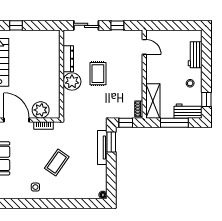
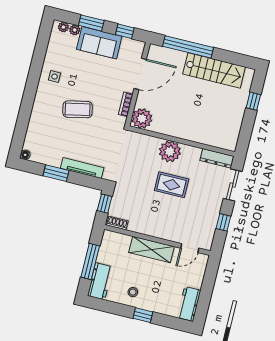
workbench: (195, 55) -> (189, 304), moved, turned -90
dresser: (68, 59) -> (217, 158), moved
window: (206, 100) -> (143, 315), moved
shelving: (153, 101) -> (151, 250), moved
plant: (41, 110) -> (142, 119), moved
window: (111, 142) -> (56, 173), moved
coffee table: (57, 162) -> (78, 109), turned -47

